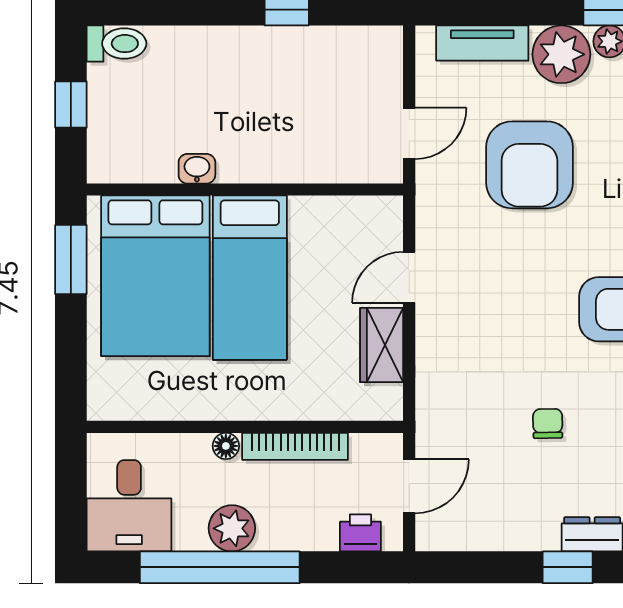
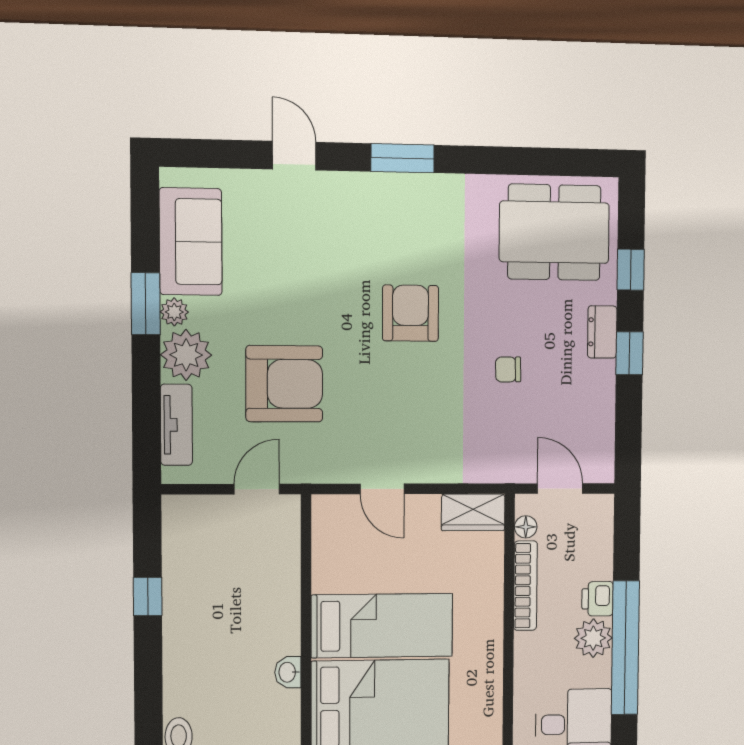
door: (409, 133) -> (257, 489), hinge flipped
wardrobe: (382, 345) -> (473, 512), moved
floor lamp: (226, 446) -> (526, 527), moved
printer: (360, 533) -> (598, 599), moved

